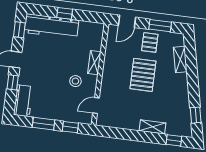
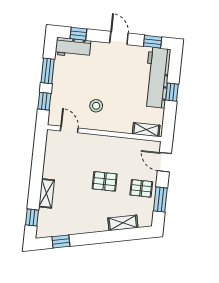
shelving: (94, 63) -> (146, 130), moved
pallet: (143, 75) -> (105, 181), width x0.67, depth x0.71
window: (13, 82) -> (78, 34), moved

